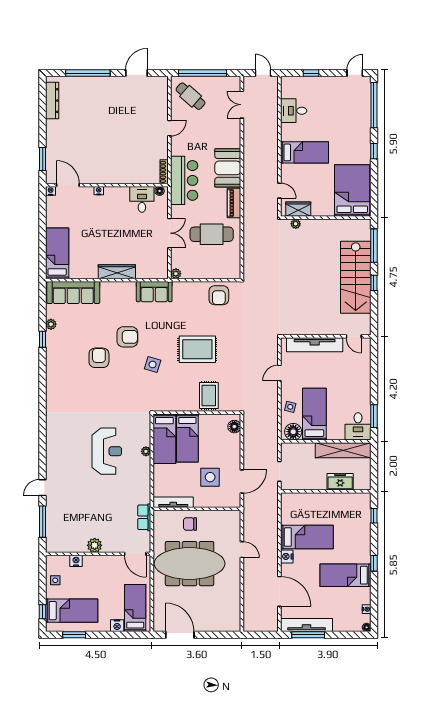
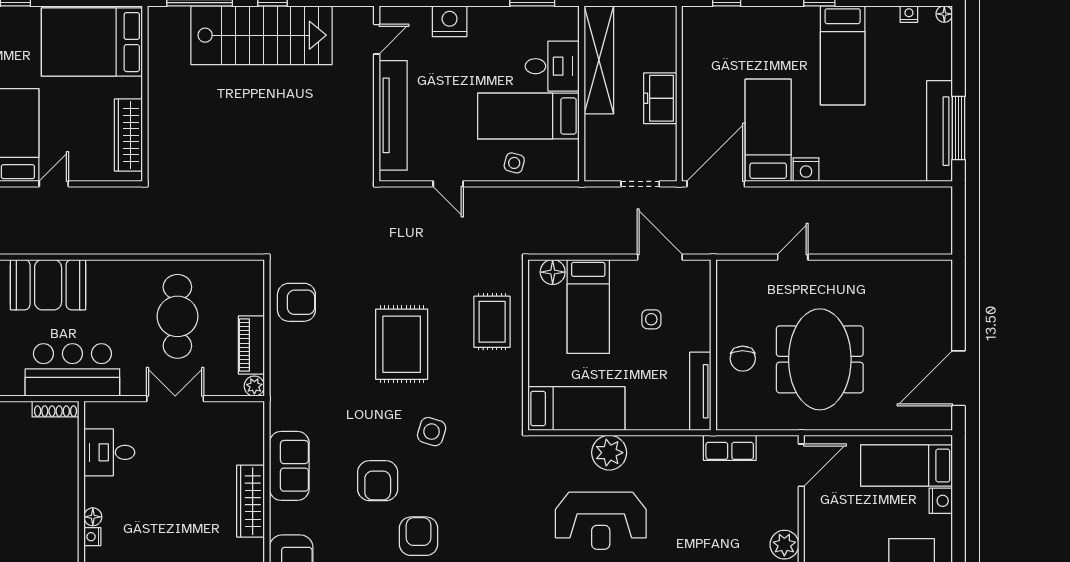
floor lamp: (160, 191) -> (93, 517), moved
door: (279, 191) -> (54, 184), moved
piano: (234, 203) -> (251, 345), moved, turned 90
wardrobe: (298, 209) -> (128, 135), width x1.50
plant: (296, 224) -> (157, 152), removed
sofa: (154, 292) -> (289, 466), moved
armchair: (127, 337) -> (378, 481), turned 180
armchair: (99, 358) -> (419, 536), turned 90
nightstand: (363, 374) -> (450, 21), added
rug: (209, 396) -> (492, 322), turned 90
desk: (358, 426) -> (552, 66), moved
floor lamp: (293, 432) -> (563, 157), removed
bed: (187, 438) -> (588, 306), moved, turned 90
reception desk: (107, 451) -> (601, 521), turned 180
plant: (146, 451) -> (609, 453), width x1.88, depth x1.88
side table: (210, 477) -> (651, 319), width x0.54, depth x0.54
freezer: (340, 482) -> (660, 98), moved
meeting table: (190, 564) -> (820, 359), width x0.73
door: (279, 591) -> (716, 184), moved

